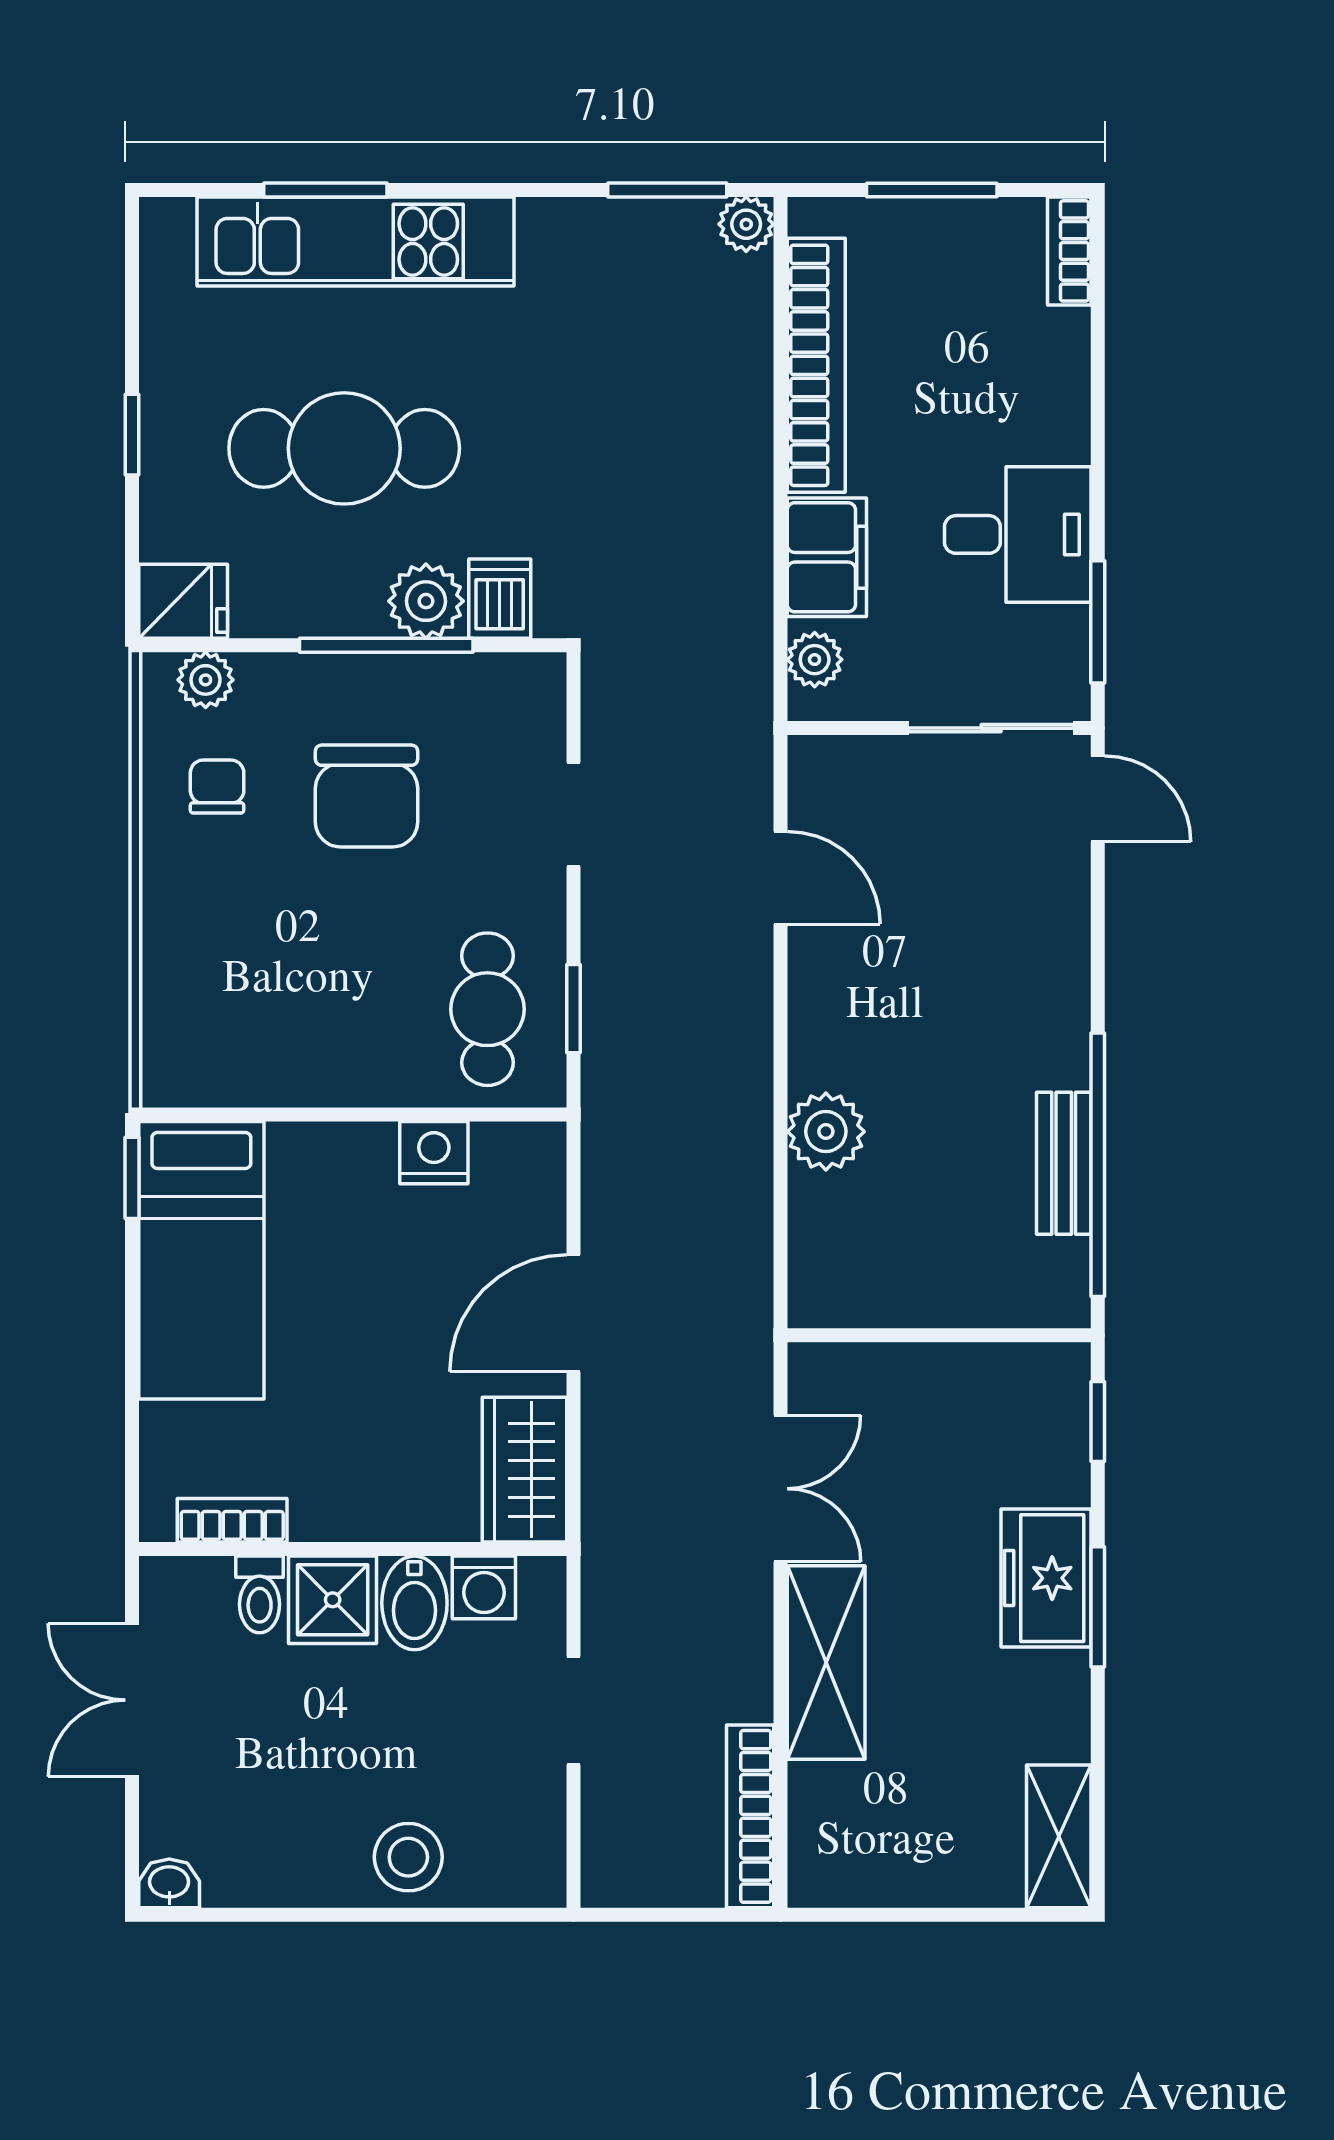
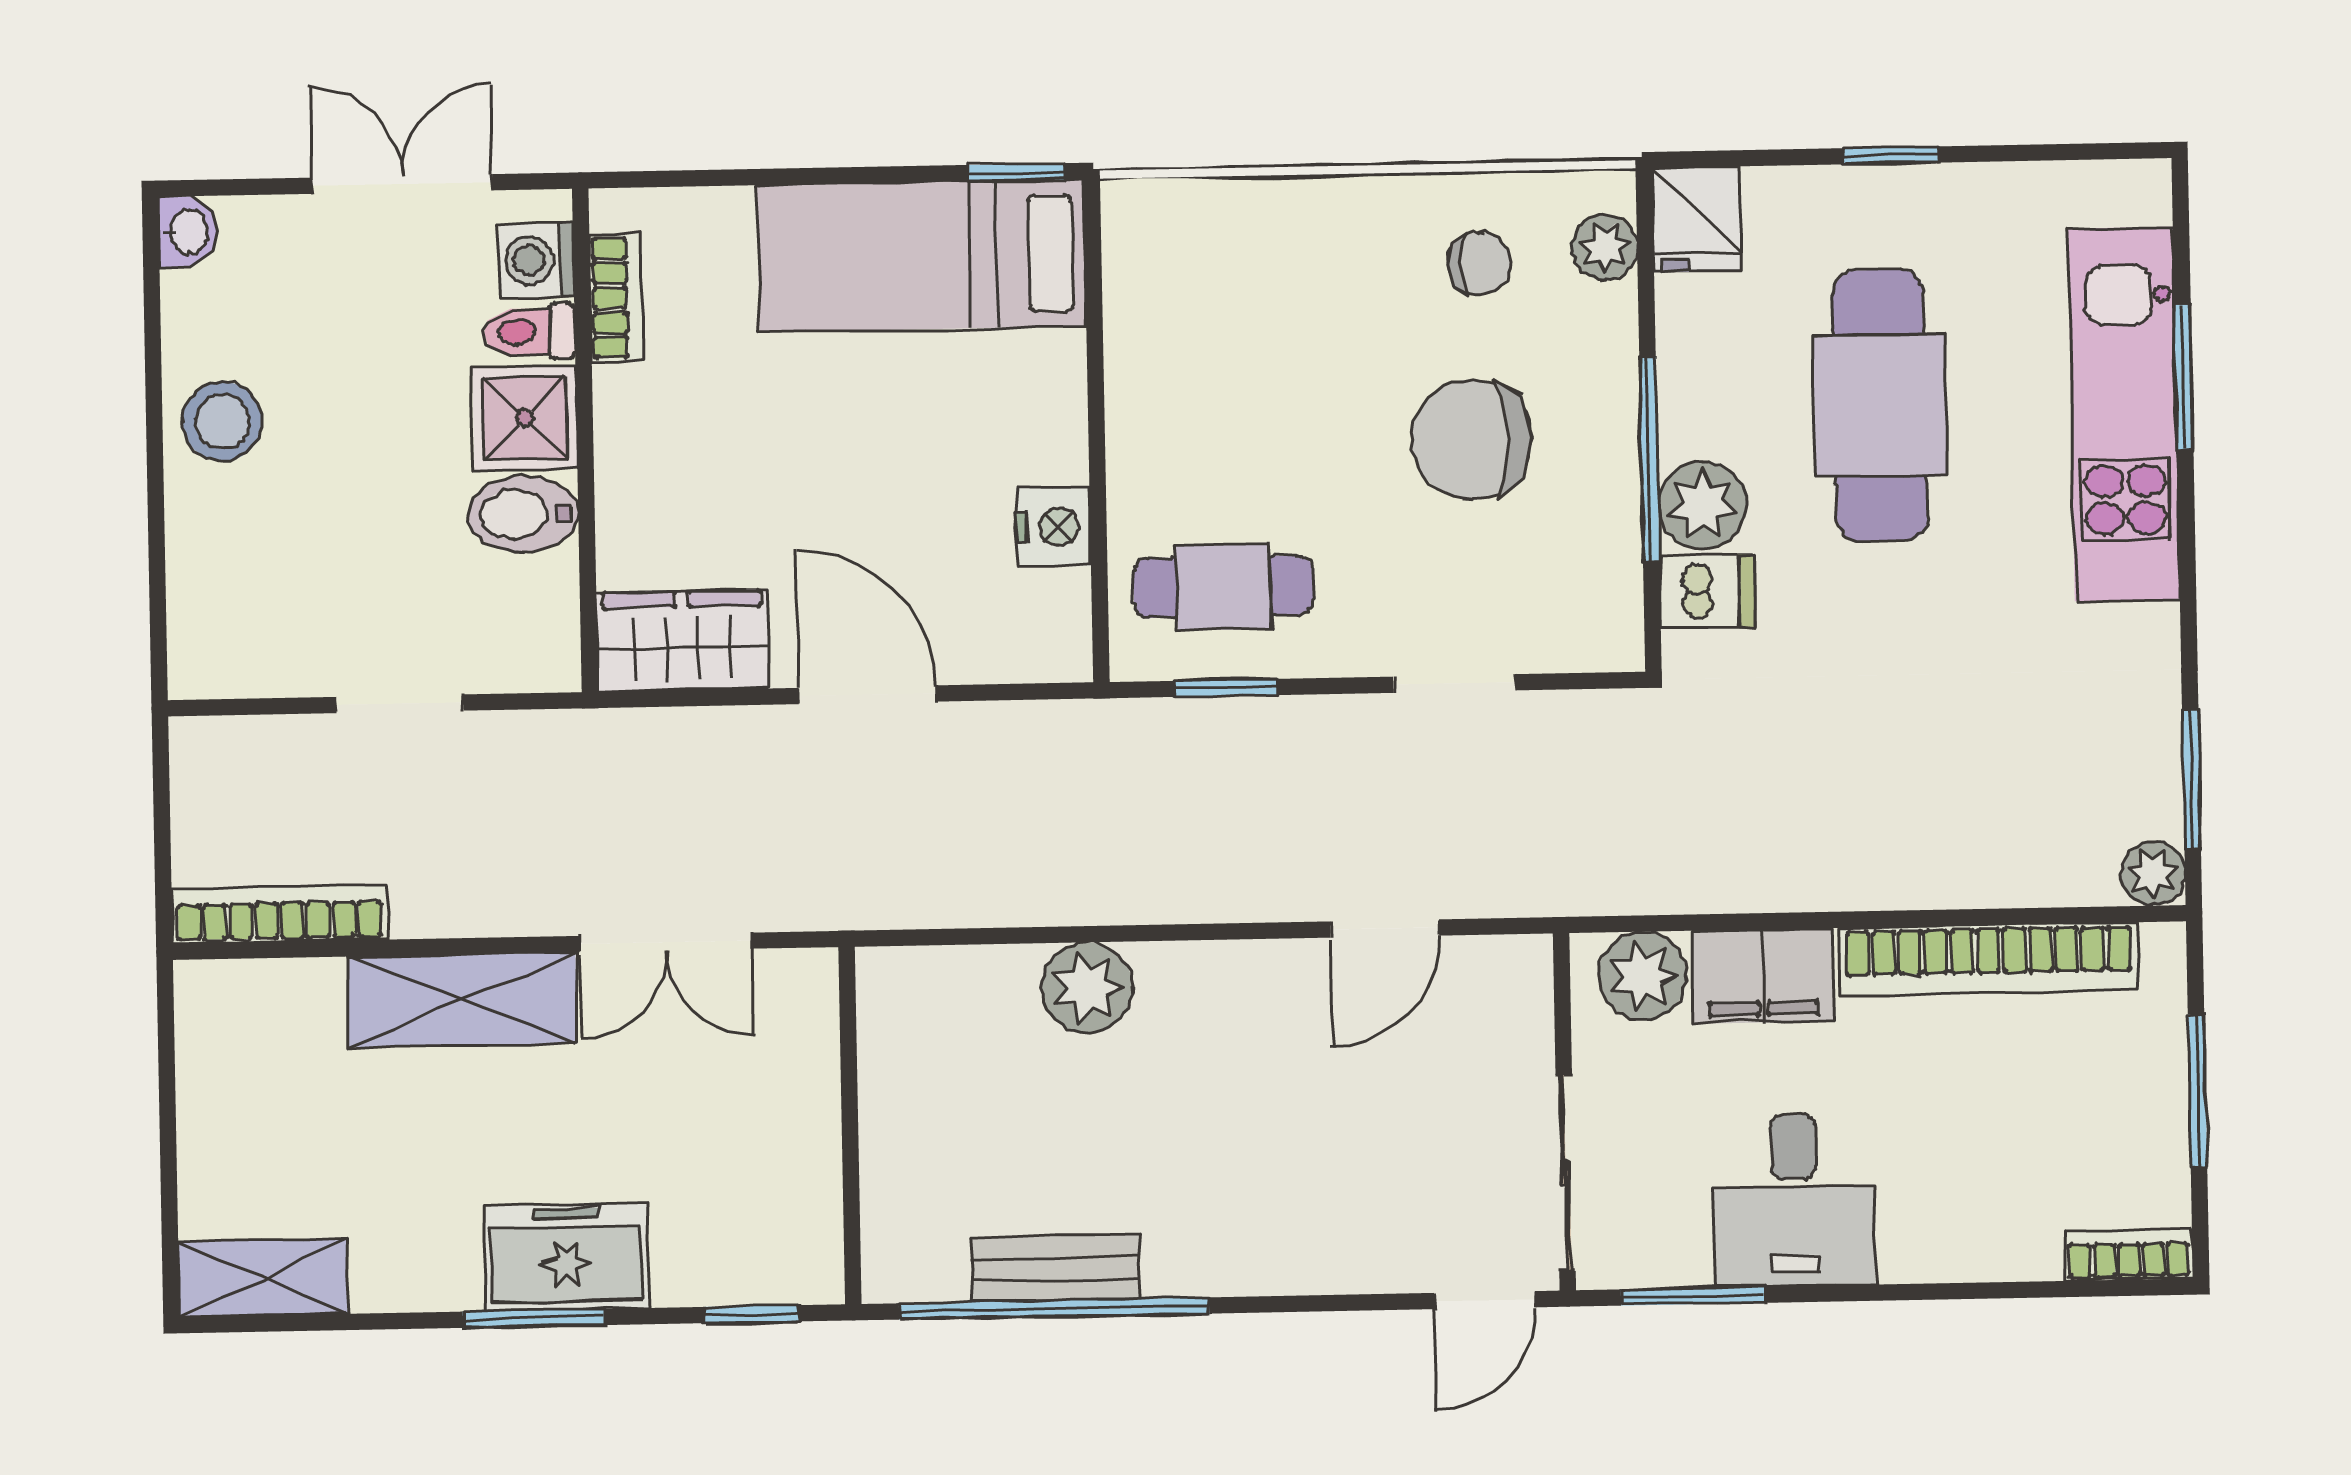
plant: (815, 660) -> (1642, 976), width x1.38, depth x1.38
washing machine: (484, 1587) -> (536, 260), moved
stool: (408, 1857) -> (222, 421), moved

